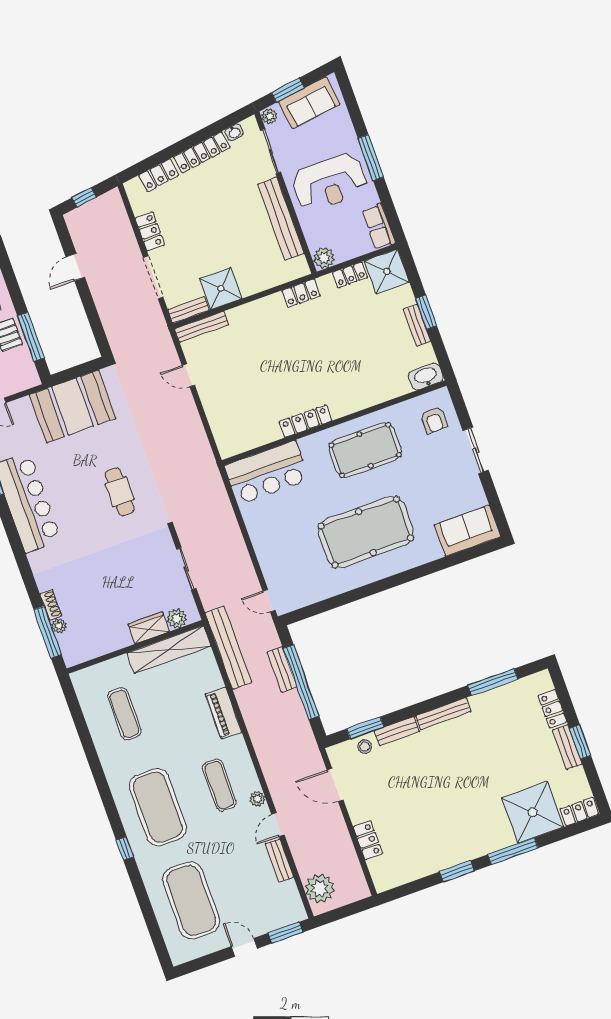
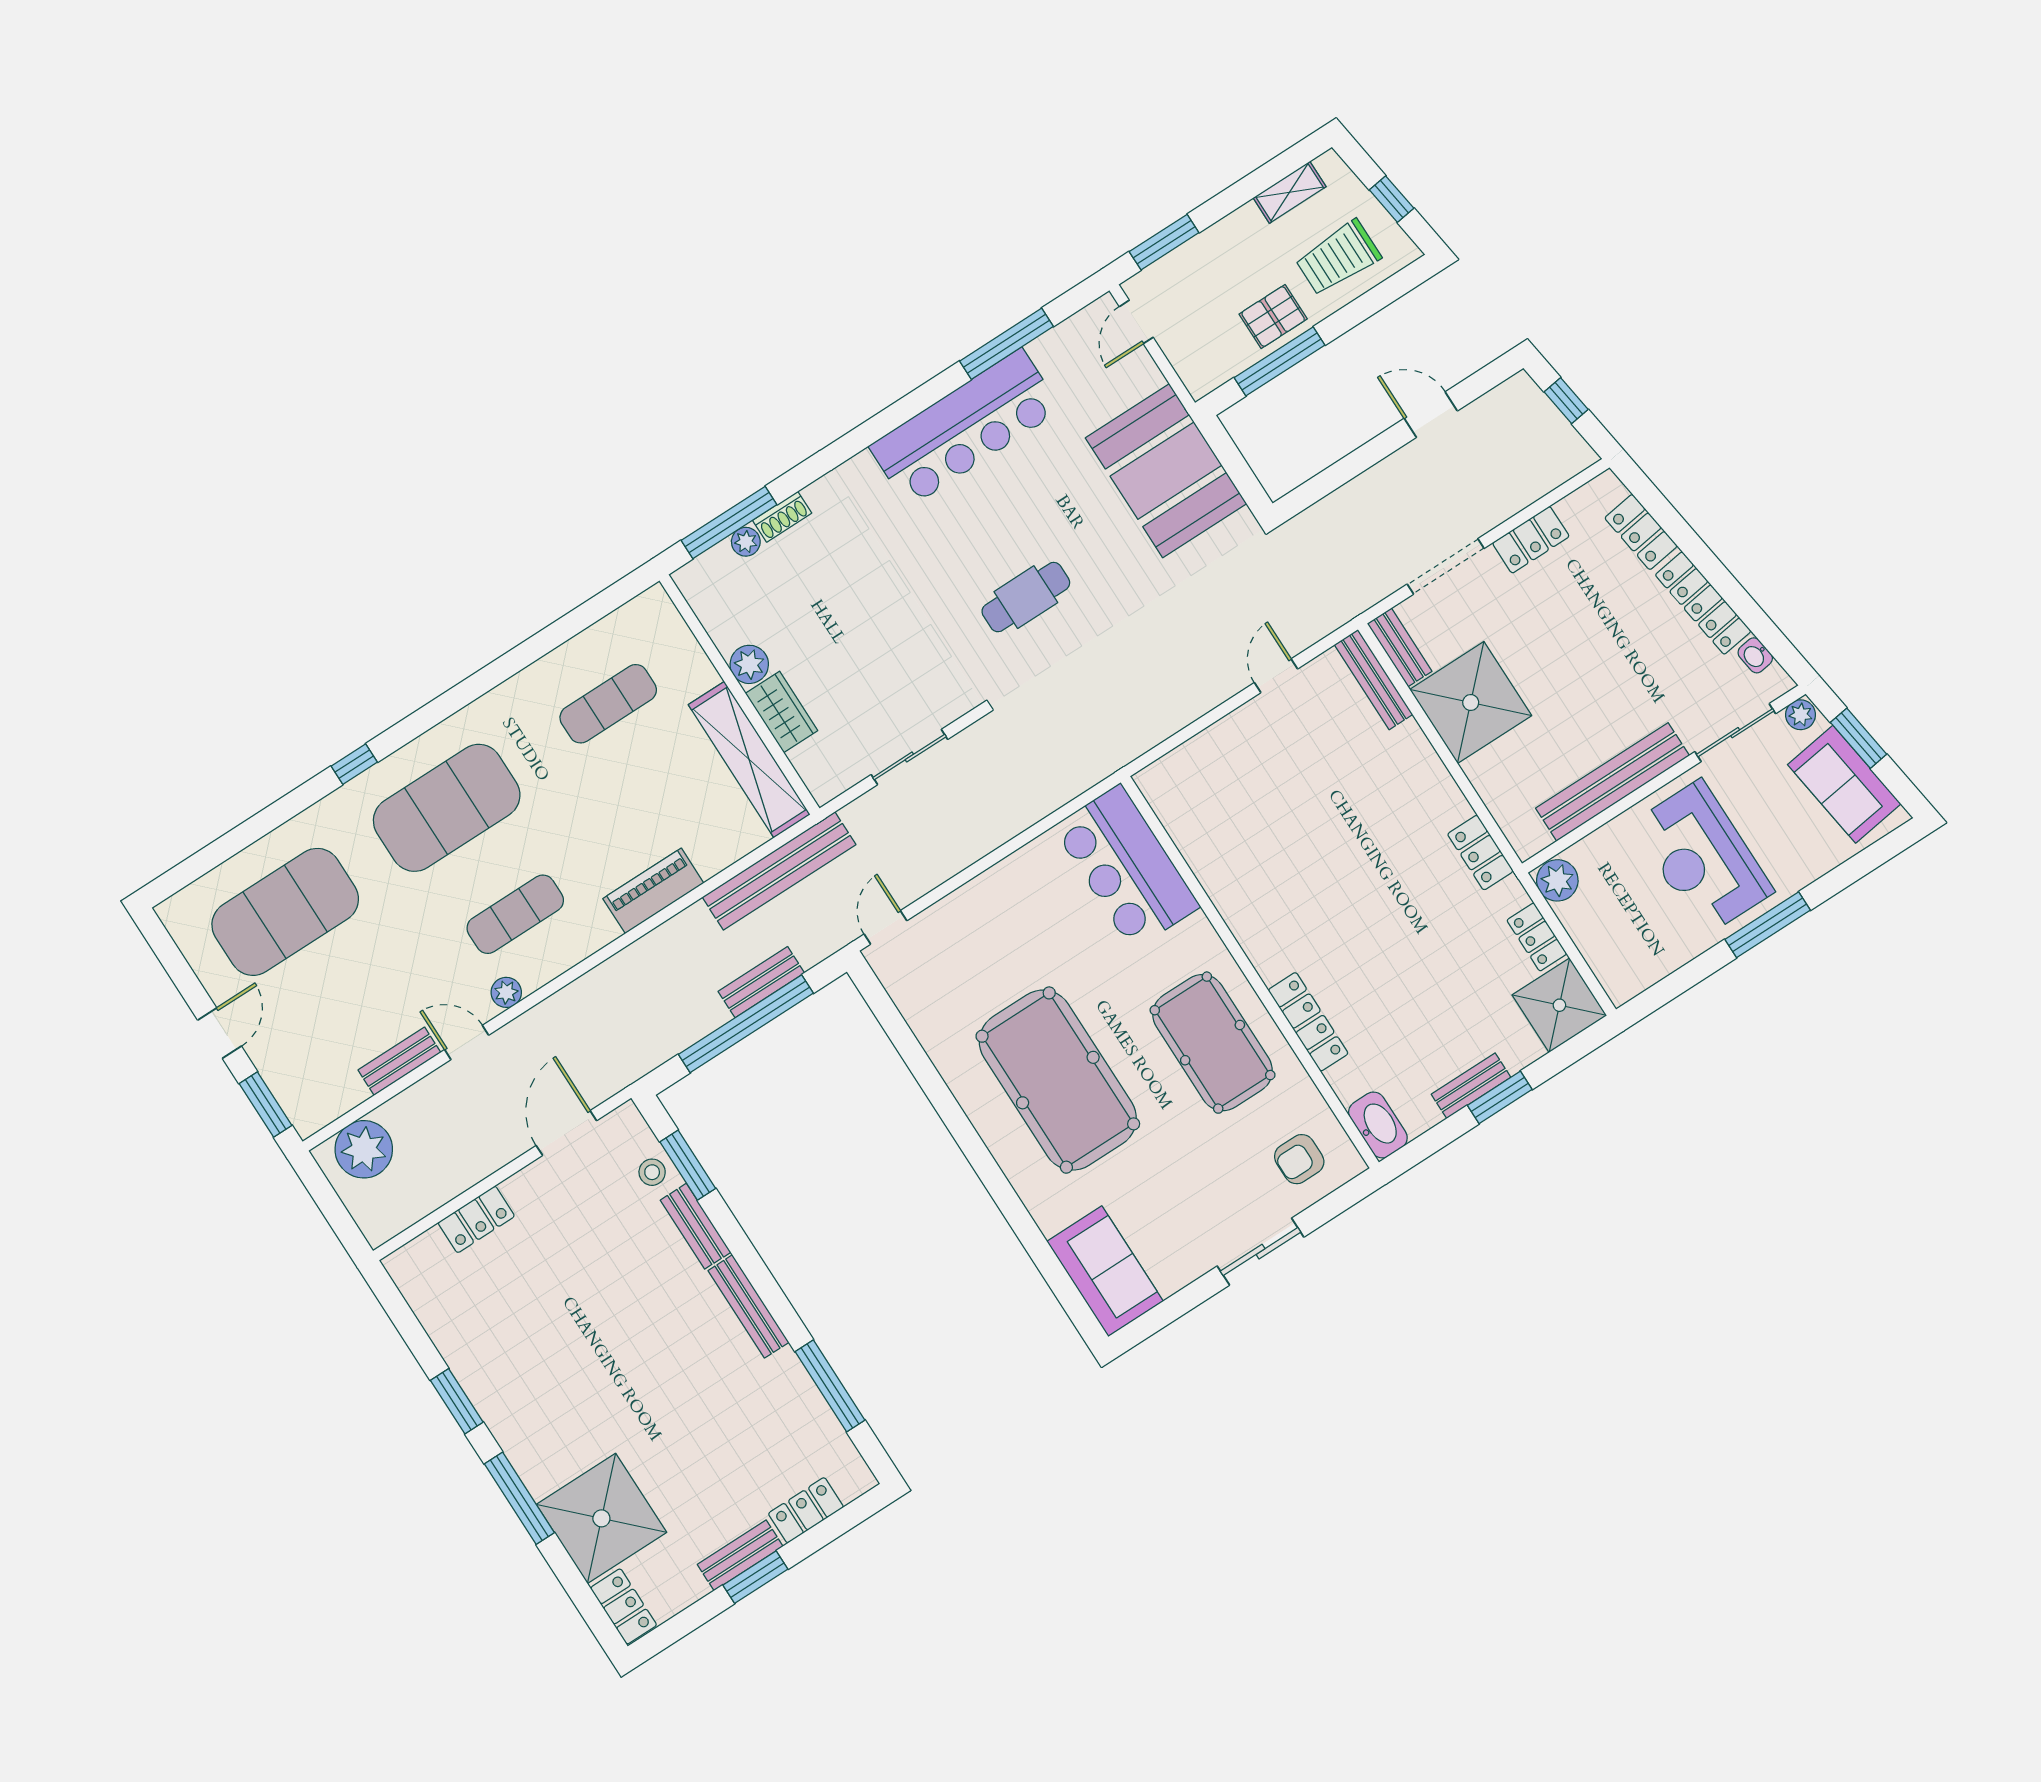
row of seats: (379, 227) -> (1640, 970), removed
shower: (221, 288) -> (1471, 703), width x1.37, depth x1.37
locker: (305, 421) -> (1308, 1022), moved
plant: (177, 618) -> (749, 664), moved

